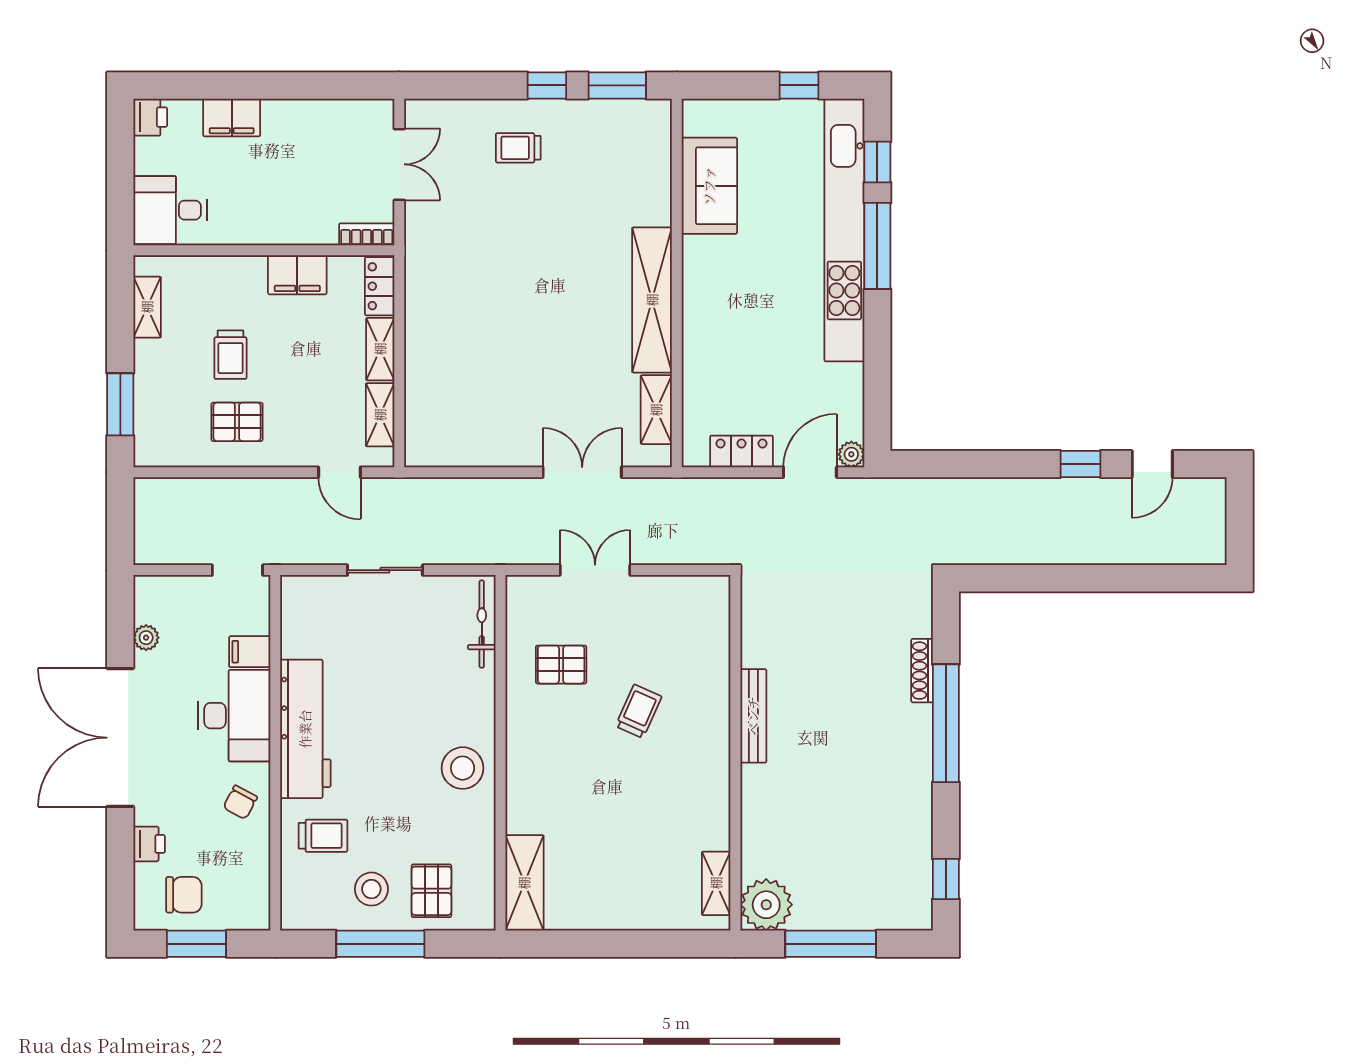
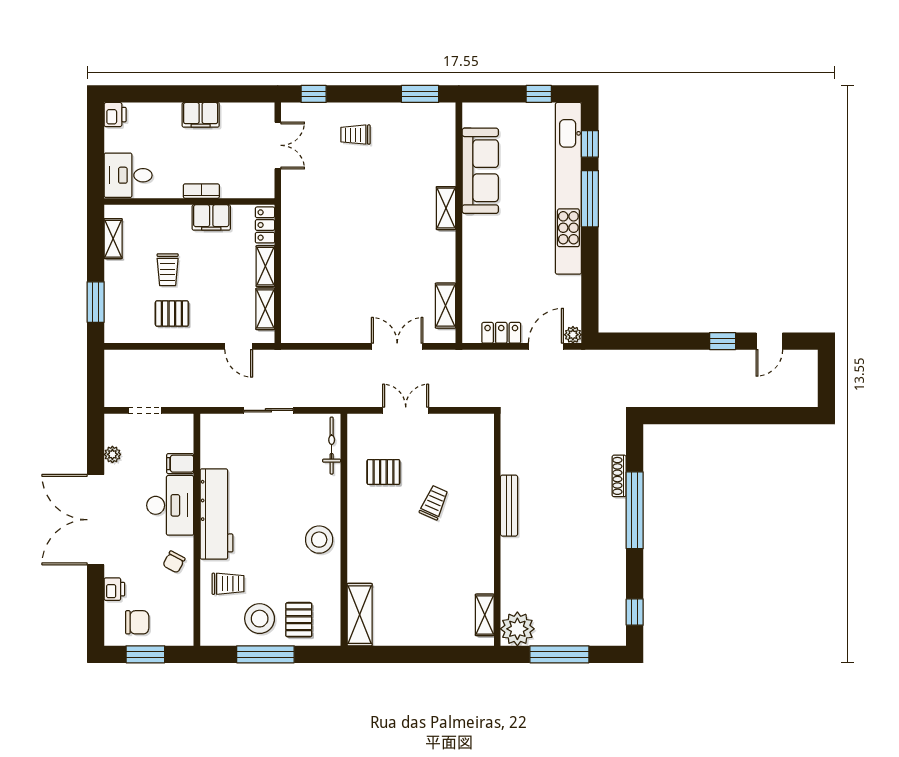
window: (547, 85) -> (314, 94), moved
filing cabinet: (232, 118) -> (201, 115), moved
sofa: (709, 186) -> (480, 171), width x1.36
bookcase: (367, 234) -> (201, 191), moved
shelving: (652, 300) -> (446, 208), width x0.45, depth x0.75
doorway: (237, 570) -> (145, 410), moved
stool: (371, 889) -> (260, 619), width x1.38, depth x1.38

